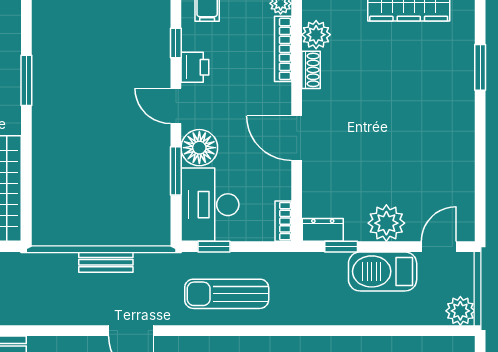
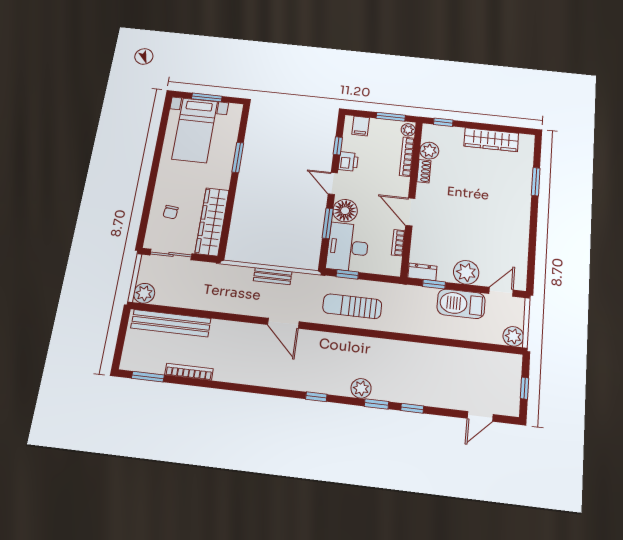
bookcase: (283, 221) -> (398, 243), moved

